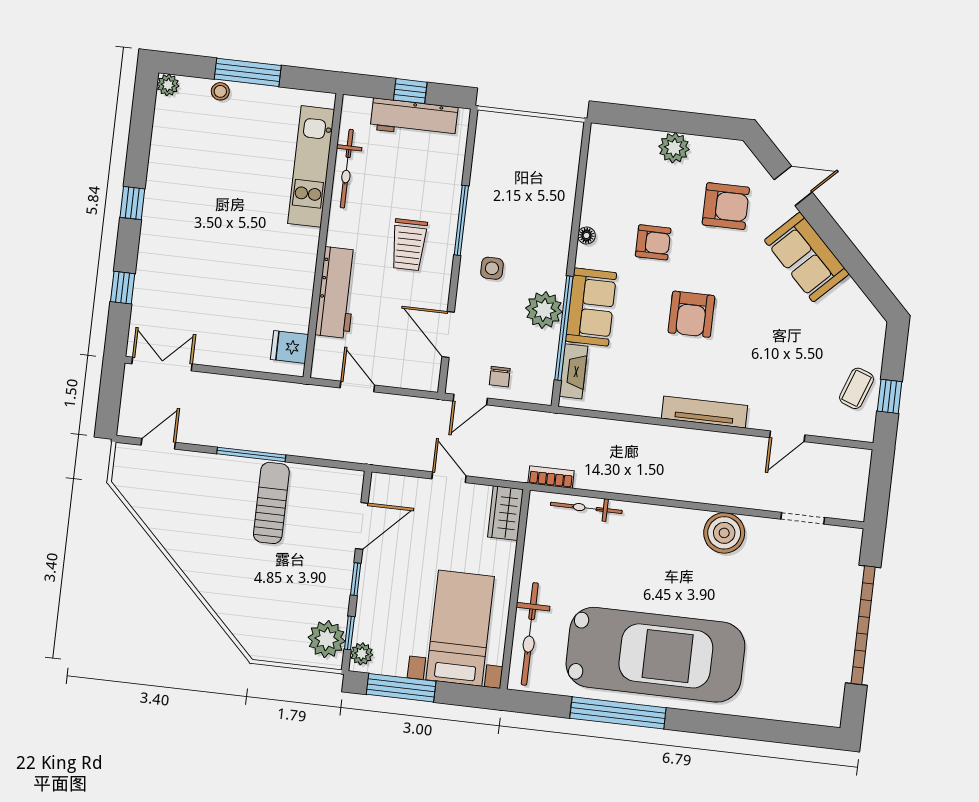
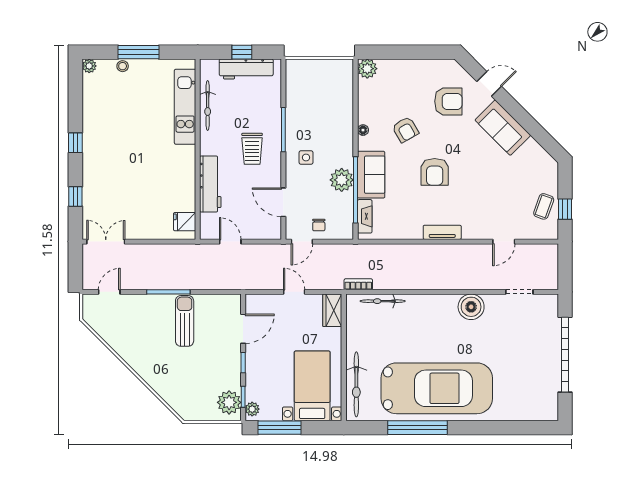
plant: (674, 148) -> (367, 69), moved
armchair: (653, 242) -> (405, 130), turned 60
tv unit: (704, 412) -> (442, 232), width x0.71

